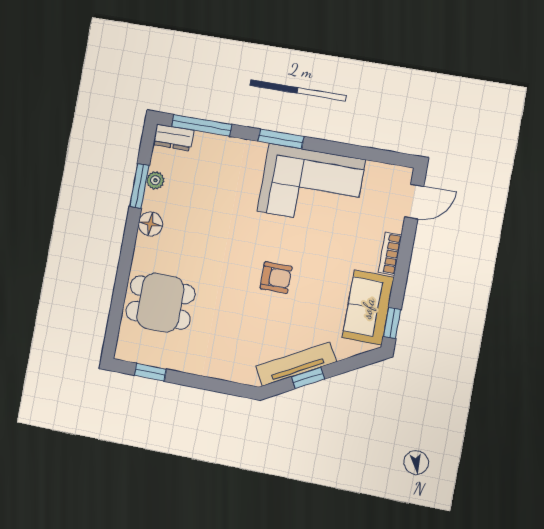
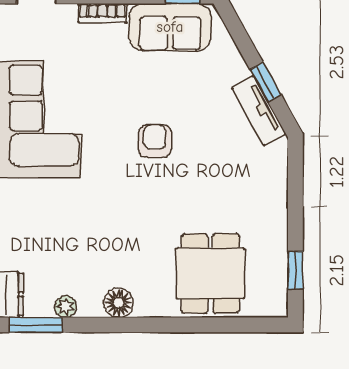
window: (139, 186) -> (35, 325), moved
tv unit: (296, 364) -> (259, 111), width x0.71

